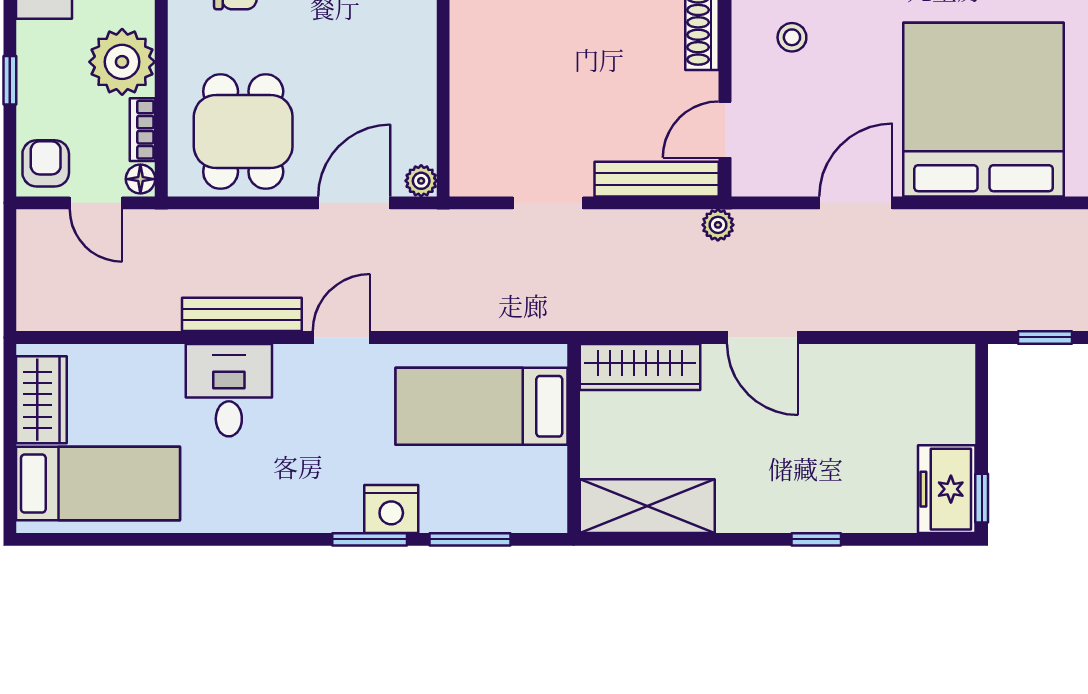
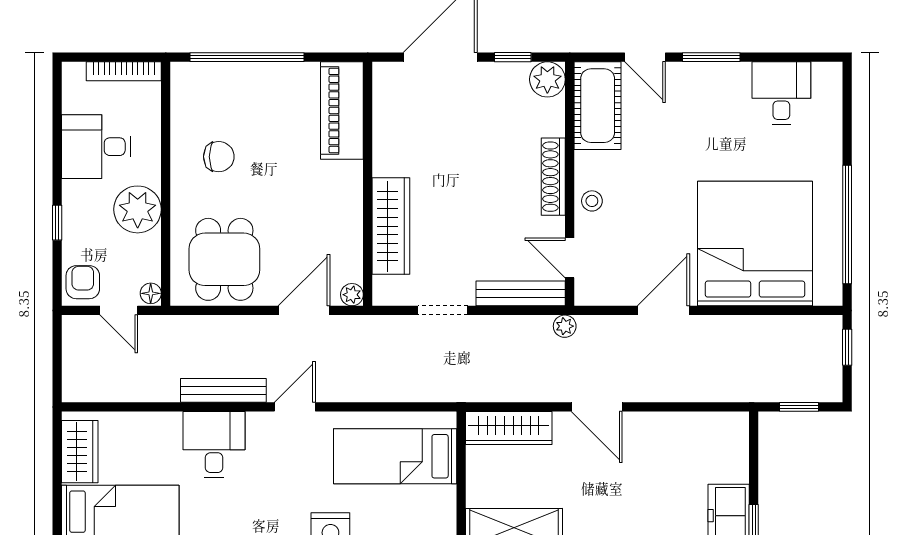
stool: (792, 37) -> (592, 201), moved
wardrobe: (476, 85) -> (391, 226), added
bookcase: (142, 130) -> (152, 258), removed
door: (725, 130) -> (570, 258), hinge flipped

